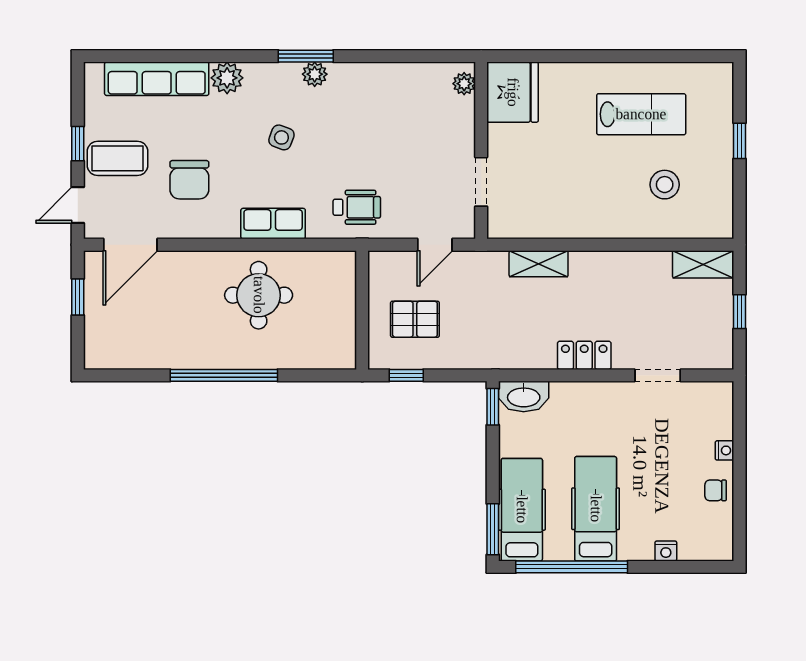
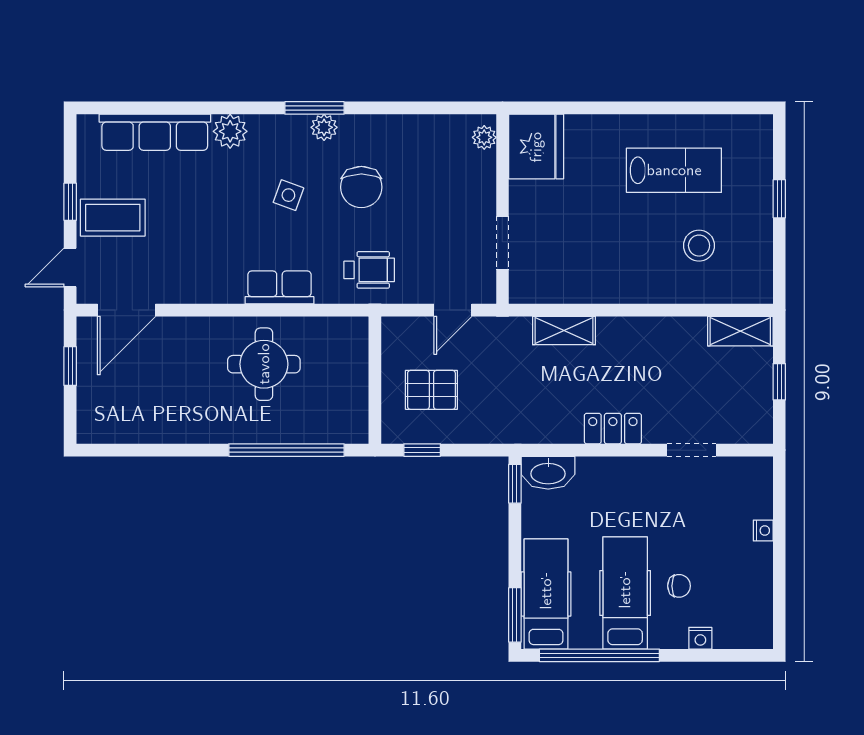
chair: (189, 180) -> (361, 187), moved
window: (224, 375) -> (286, 450), moved
chair: (716, 490) -> (679, 586), moved, turned 180

